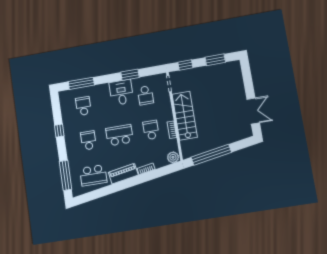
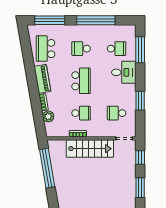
desk: (121, 92) -> (124, 72), moved
window: (59, 131) -> (96, 20), width x3.17
school desk: (88, 140) -> (81, 49), turned 180
plant: (173, 157) -> (48, 116), moved

